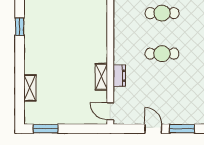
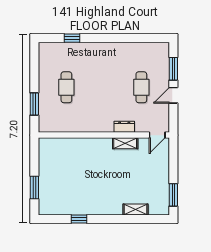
cafe table: (162, 54) -> (141, 87), moved

